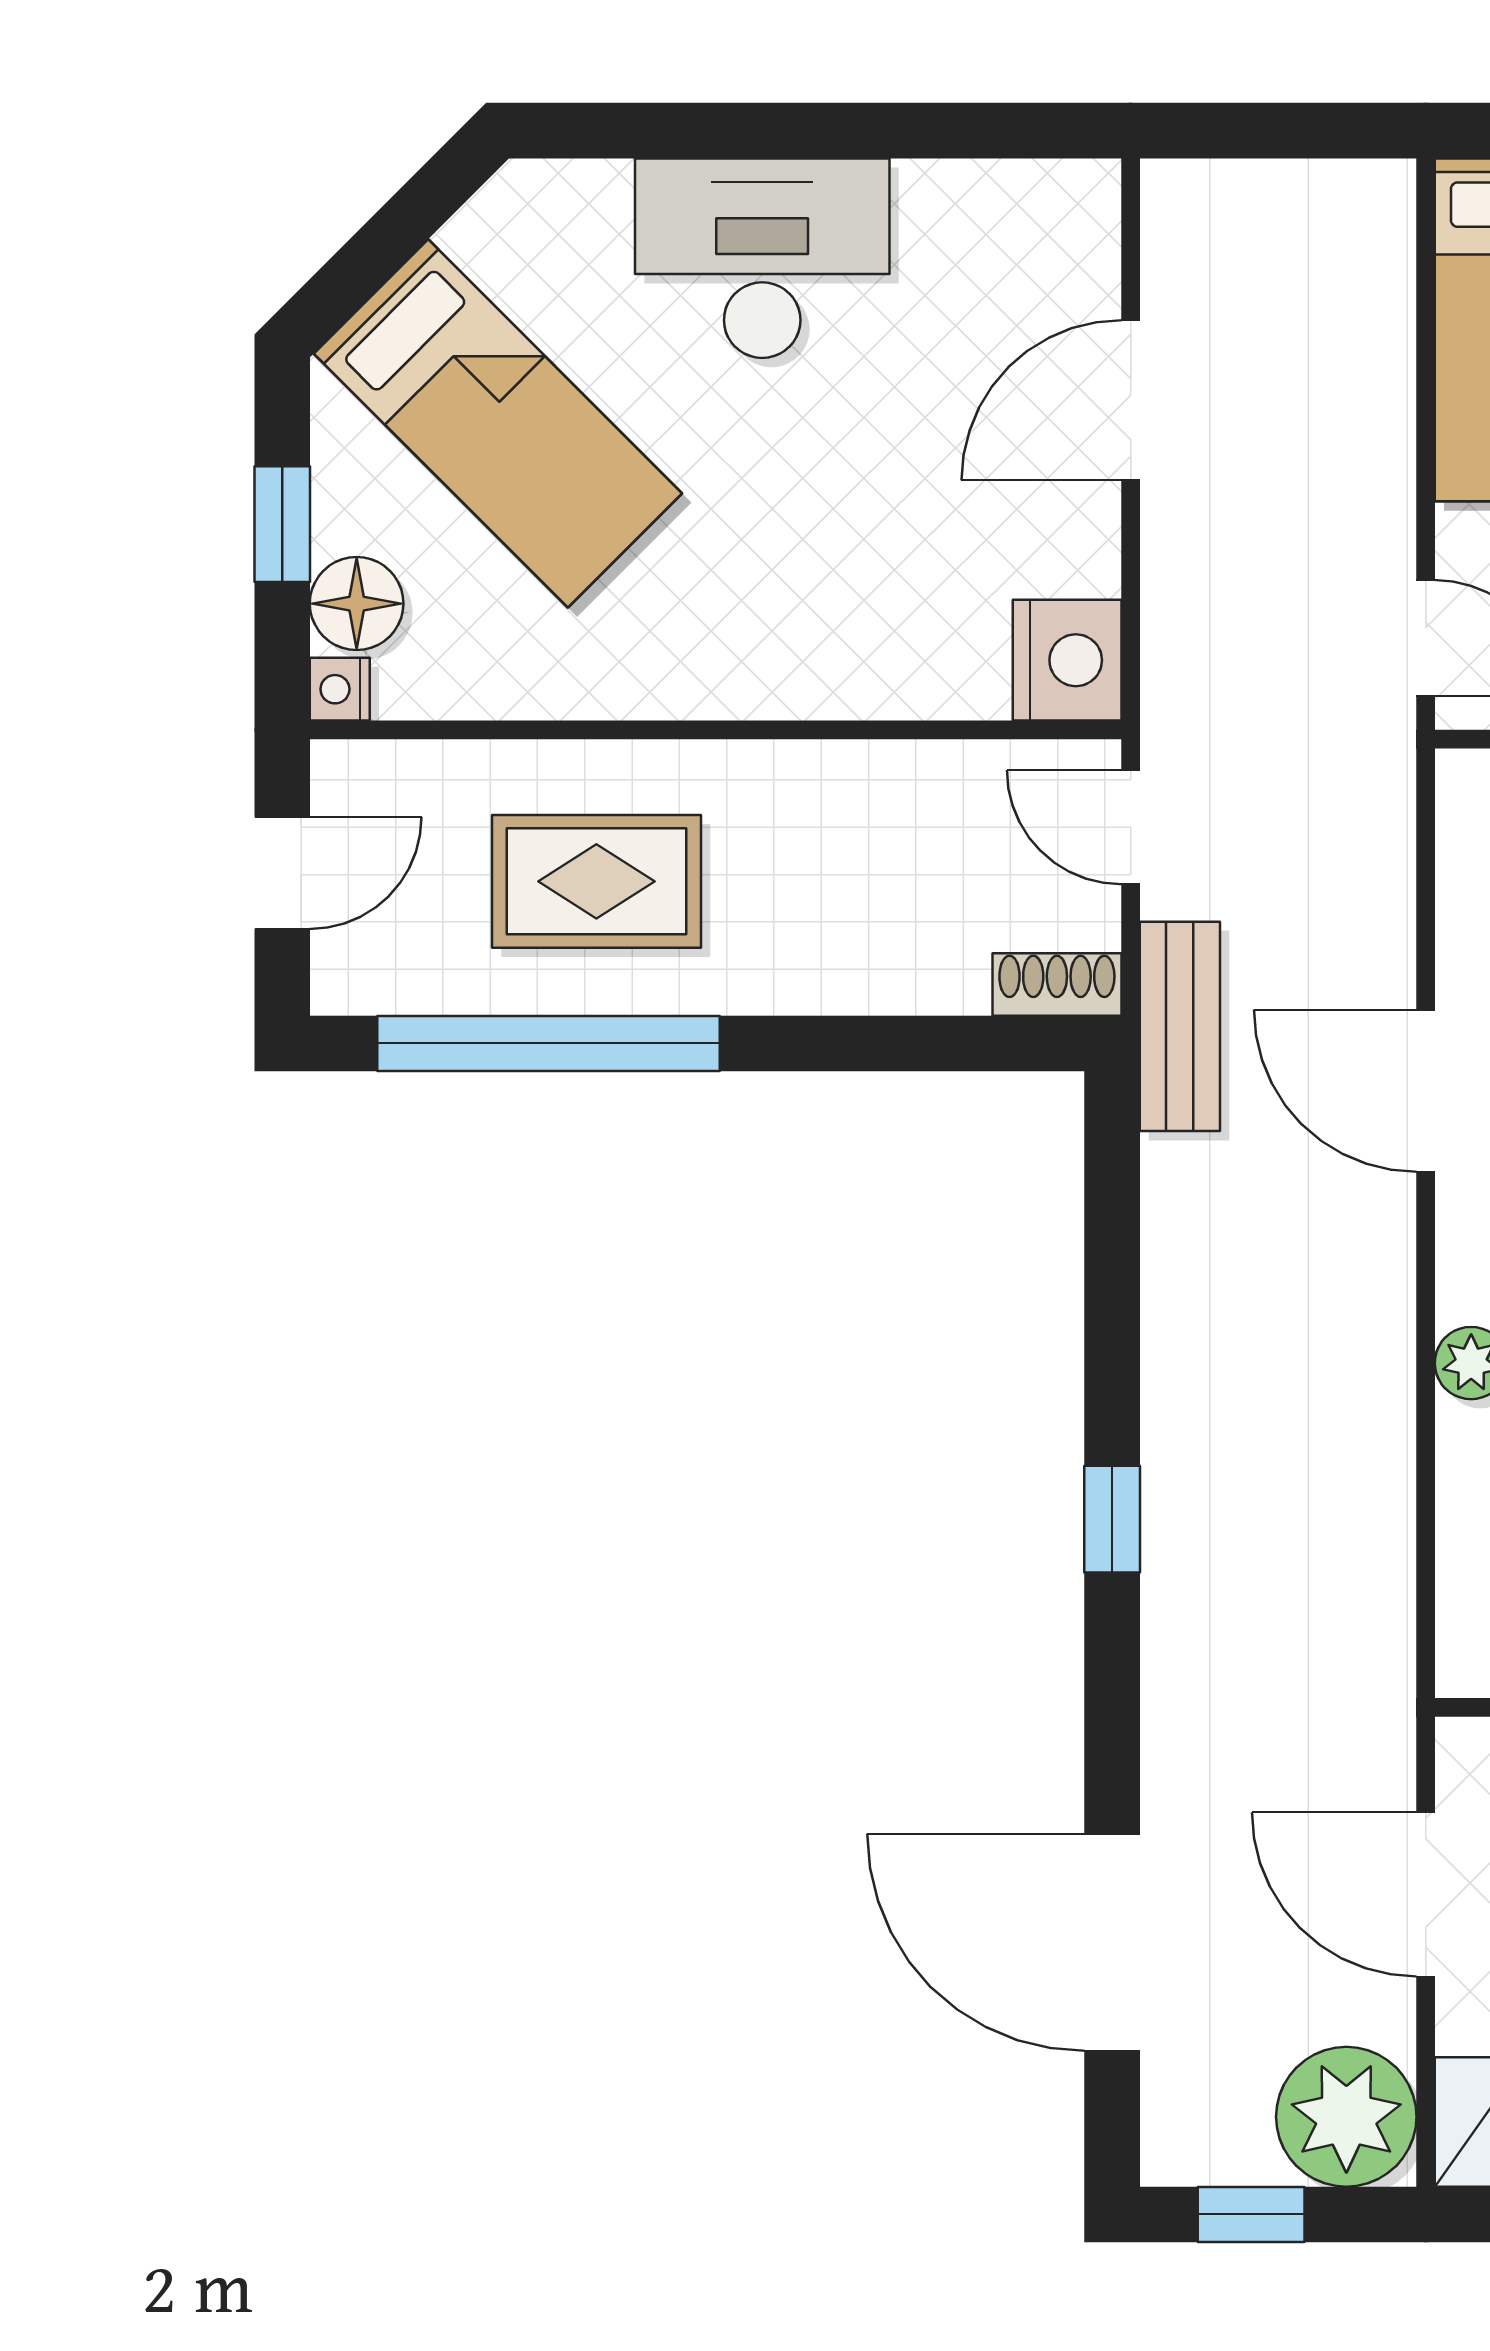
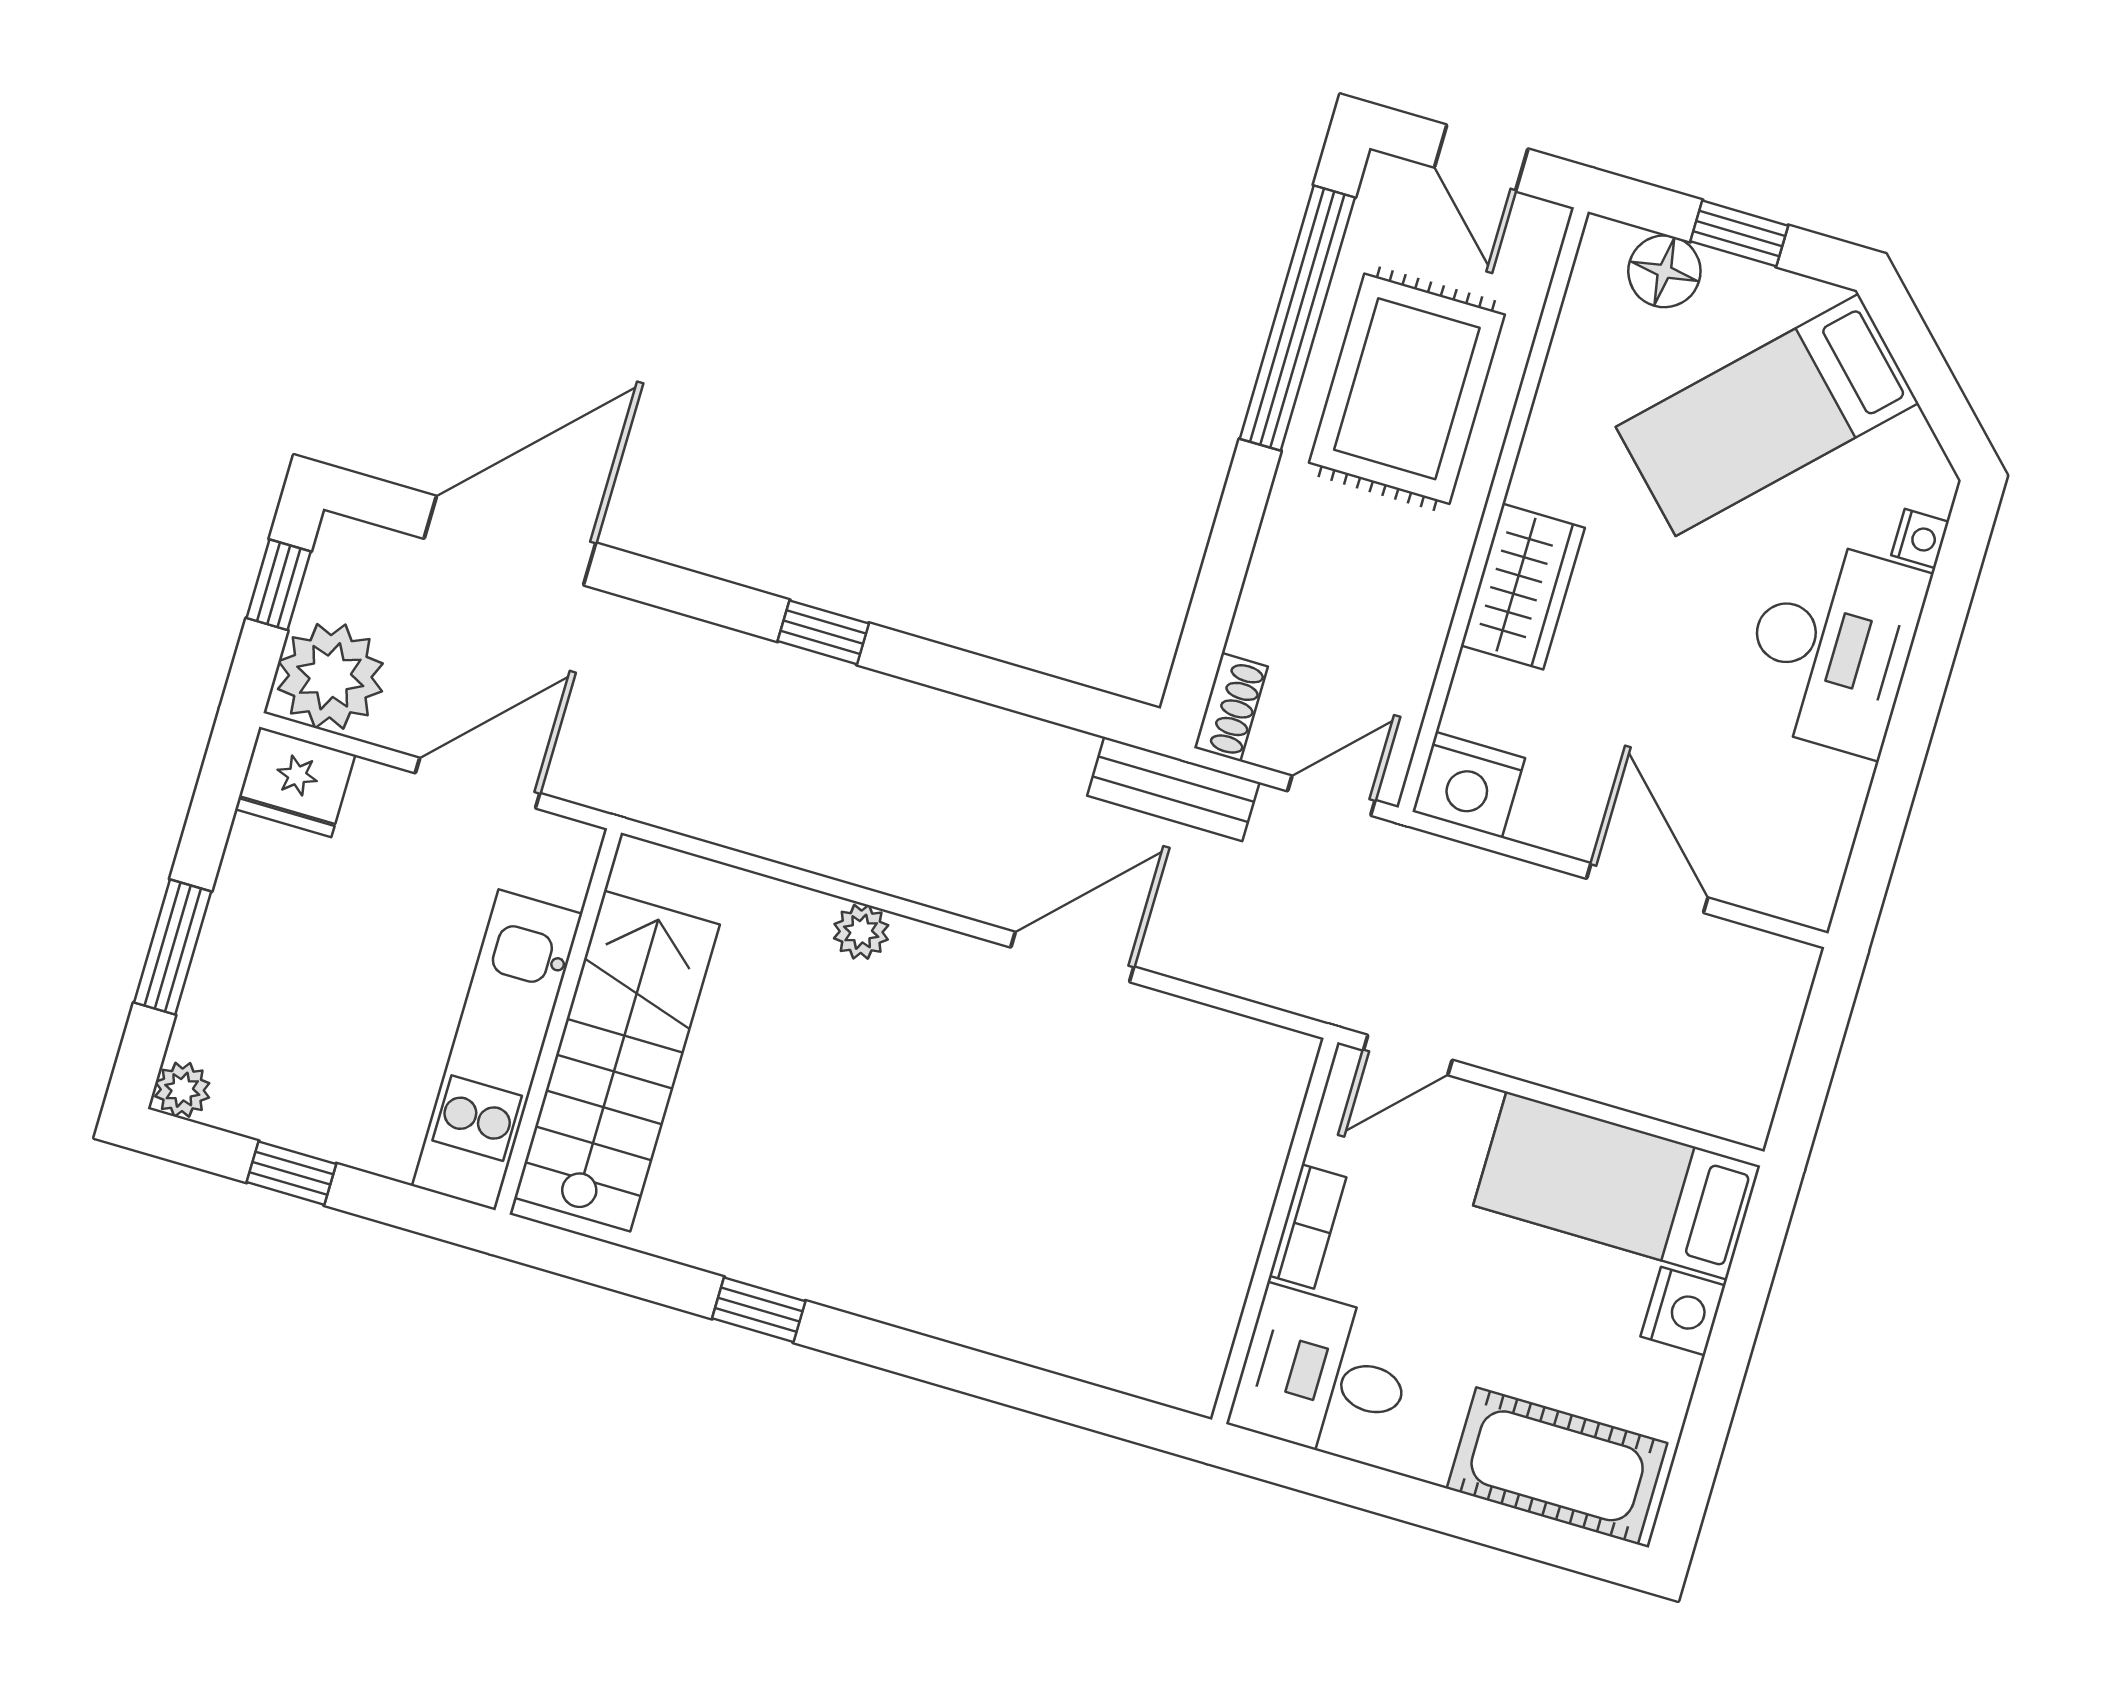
wardrobe: (801, 665) -> (1523, 587), added
nightstand: (340, 689) -> (1920, 538), moved, turned 90
rug: (596, 881) -> (1407, 389), width x1.36, depth x1.43

